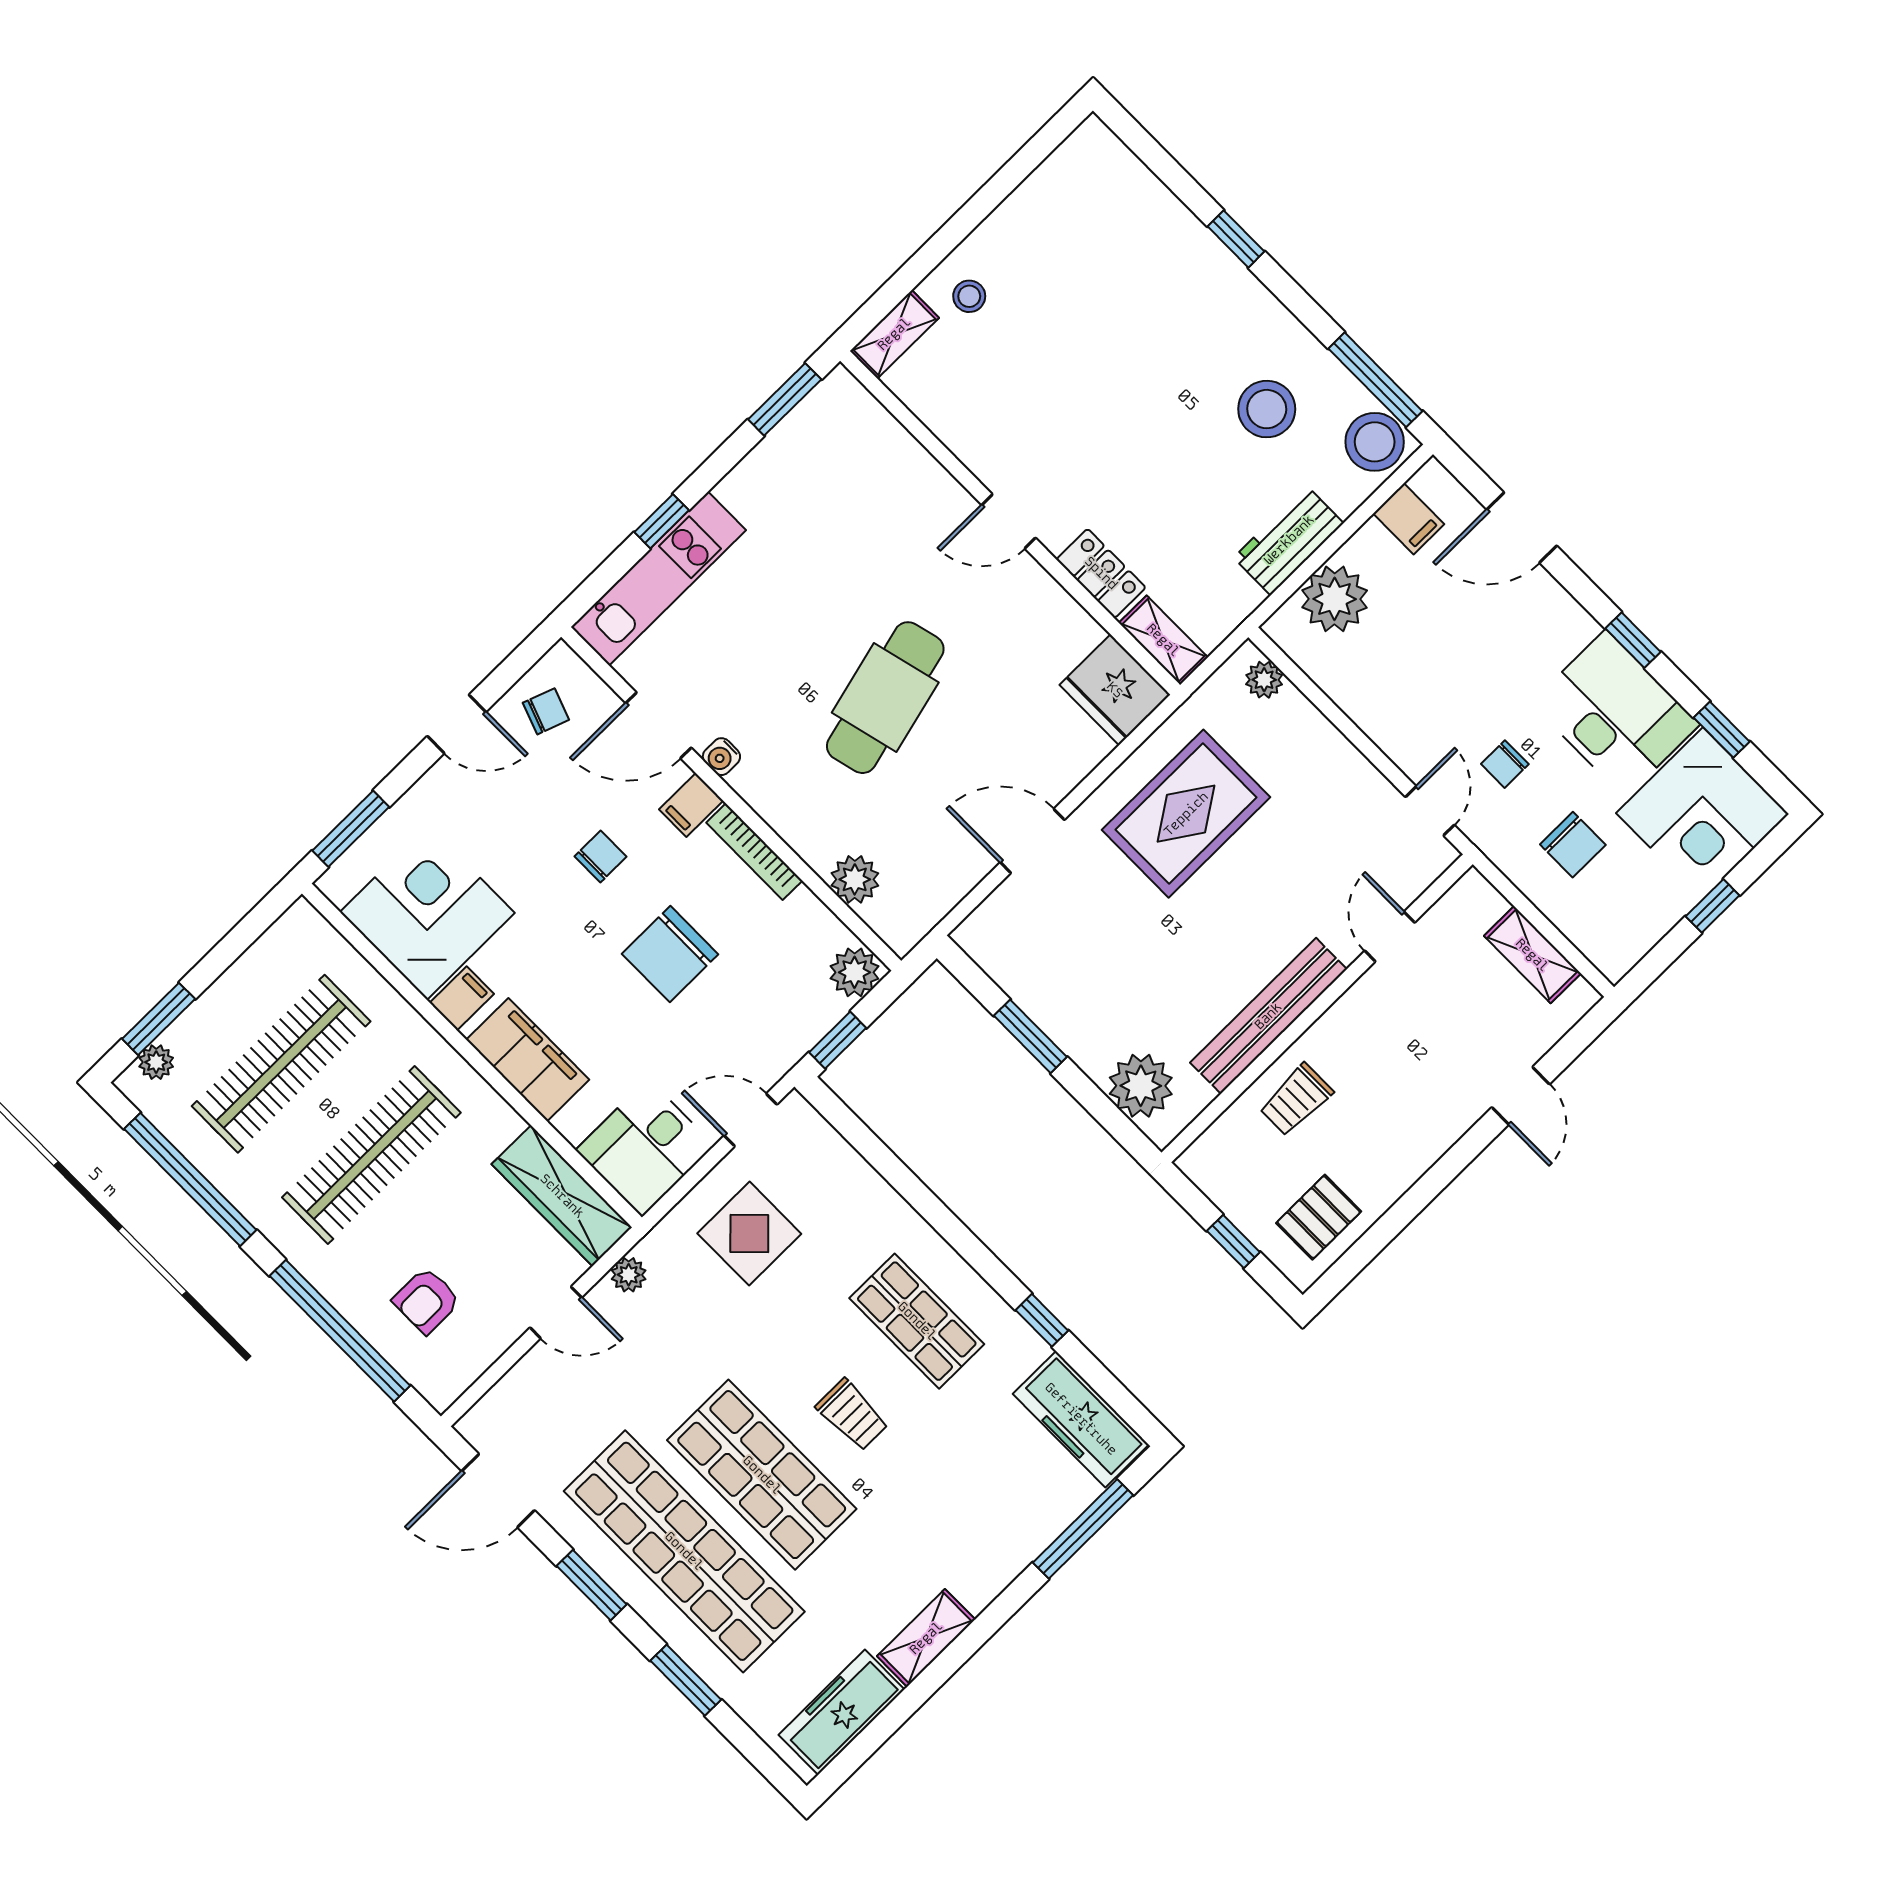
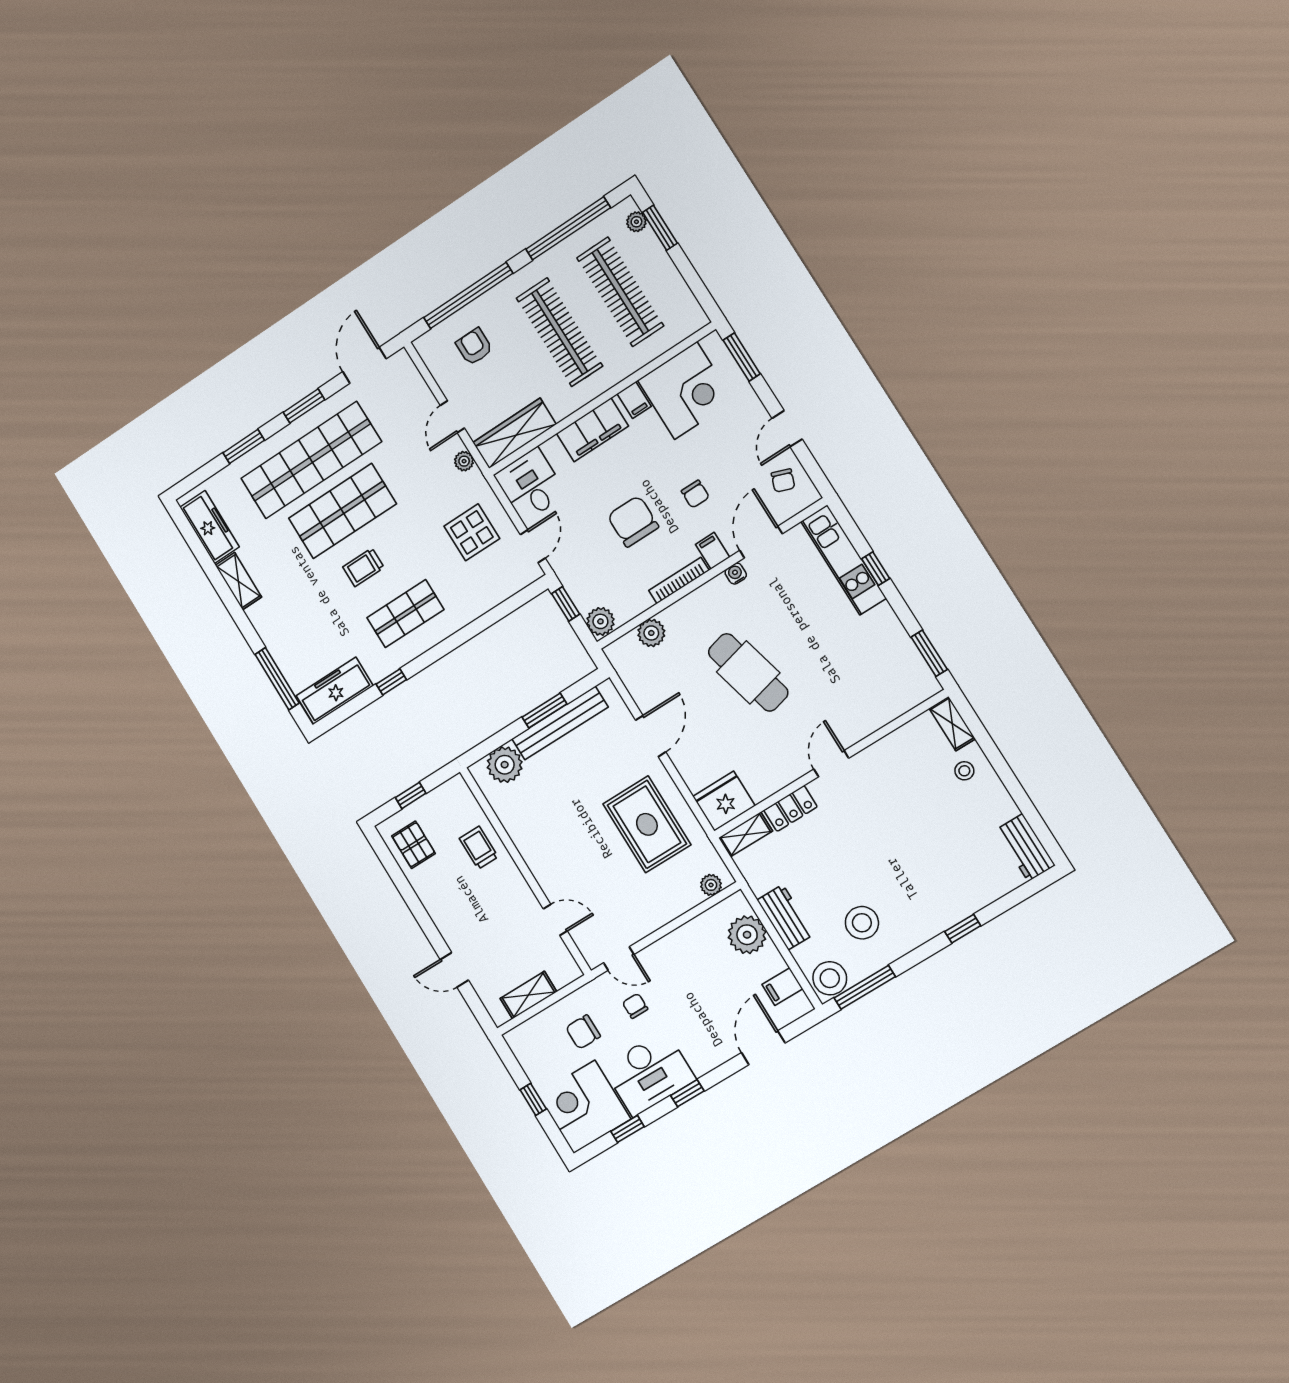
workbench: (1075, 166) -> (1025, 848), added
bench: (1268, 1016) -> (560, 723), moved, turned 90

